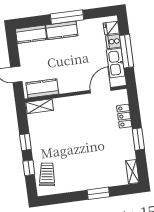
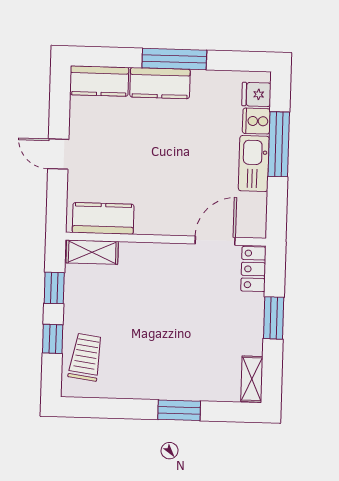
kitchen counter: (42, 88) -> (103, 218), moved
door: (101, 90) -> (215, 241), moved
wall: (76, 94) -> (166, 239), moved
shelving: (40, 106) -> (92, 252), moved

